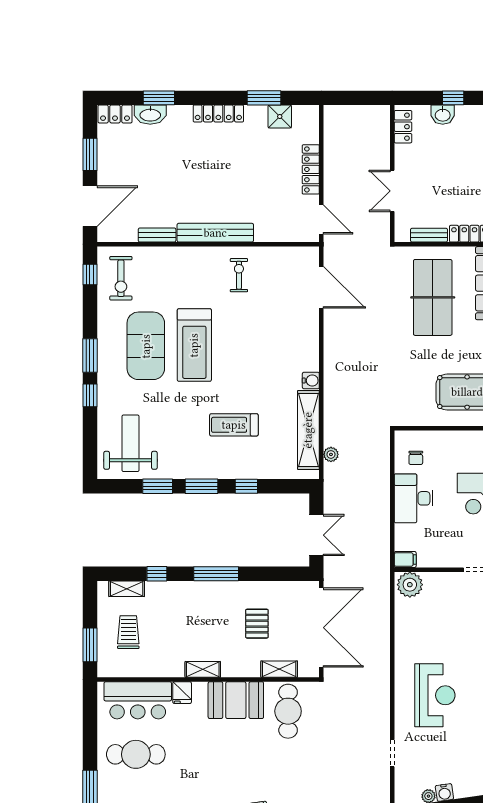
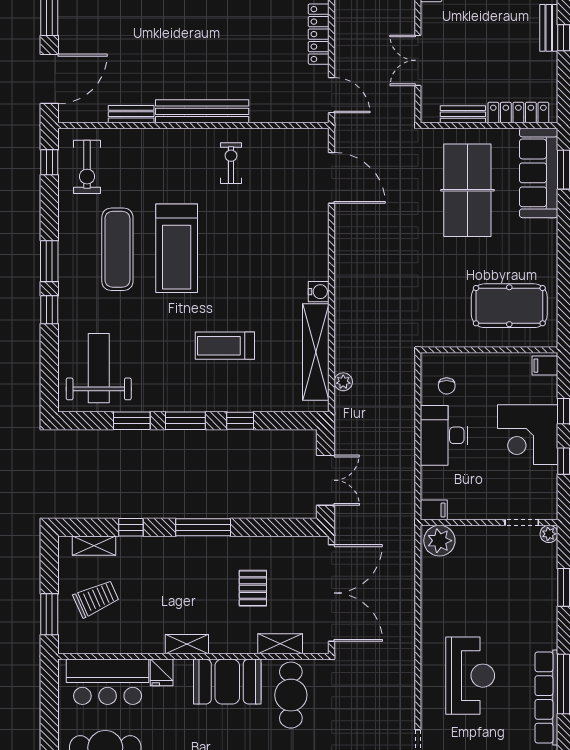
exercise mat: (146, 346) -> (117, 249), width x0.68
trolley: (128, 632) -> (96, 599), turned 66

